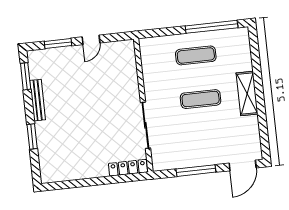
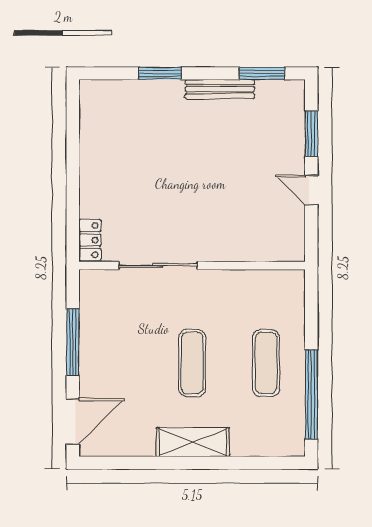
door: (243, 165) -> (73, 422), swing flipped
locker: (128, 168) -> (90, 240), width x0.66

